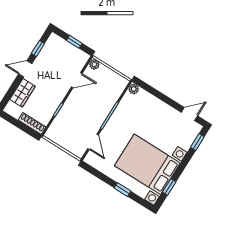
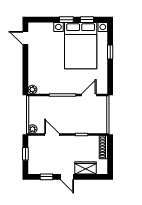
window: (197, 142) -> (66, 20), moved

